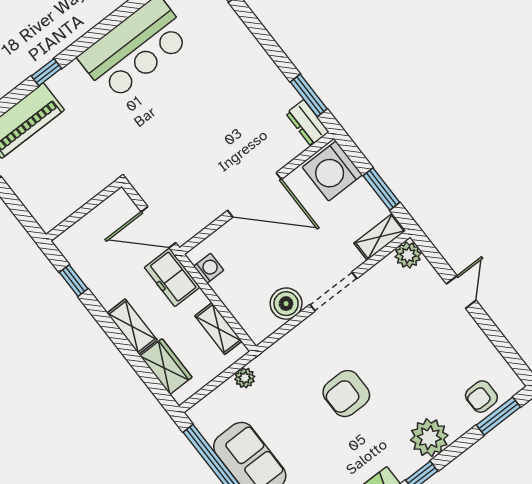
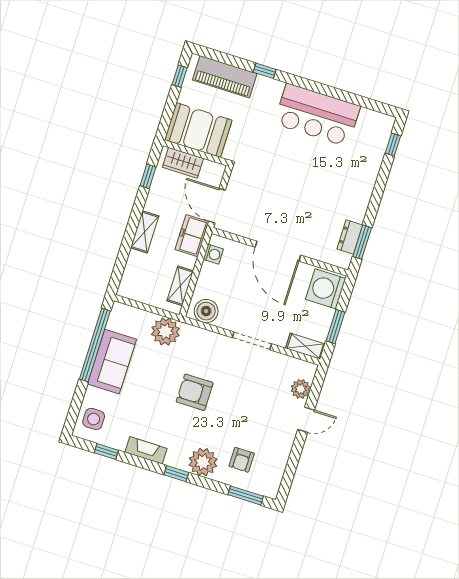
dresser: (307, 123) -> (350, 237), moved
booth: (61, 190) -> (198, 130), added
plant: (408, 255) -> (301, 389), moved
boiler: (286, 304) -> (206, 311), moved
wardrobe: (166, 367) -> (183, 163), moved, turned 90
plant: (245, 378) -> (165, 331), width x1.88, depth x1.88
armchair: (481, 397) -> (242, 460), moved, turned -90

